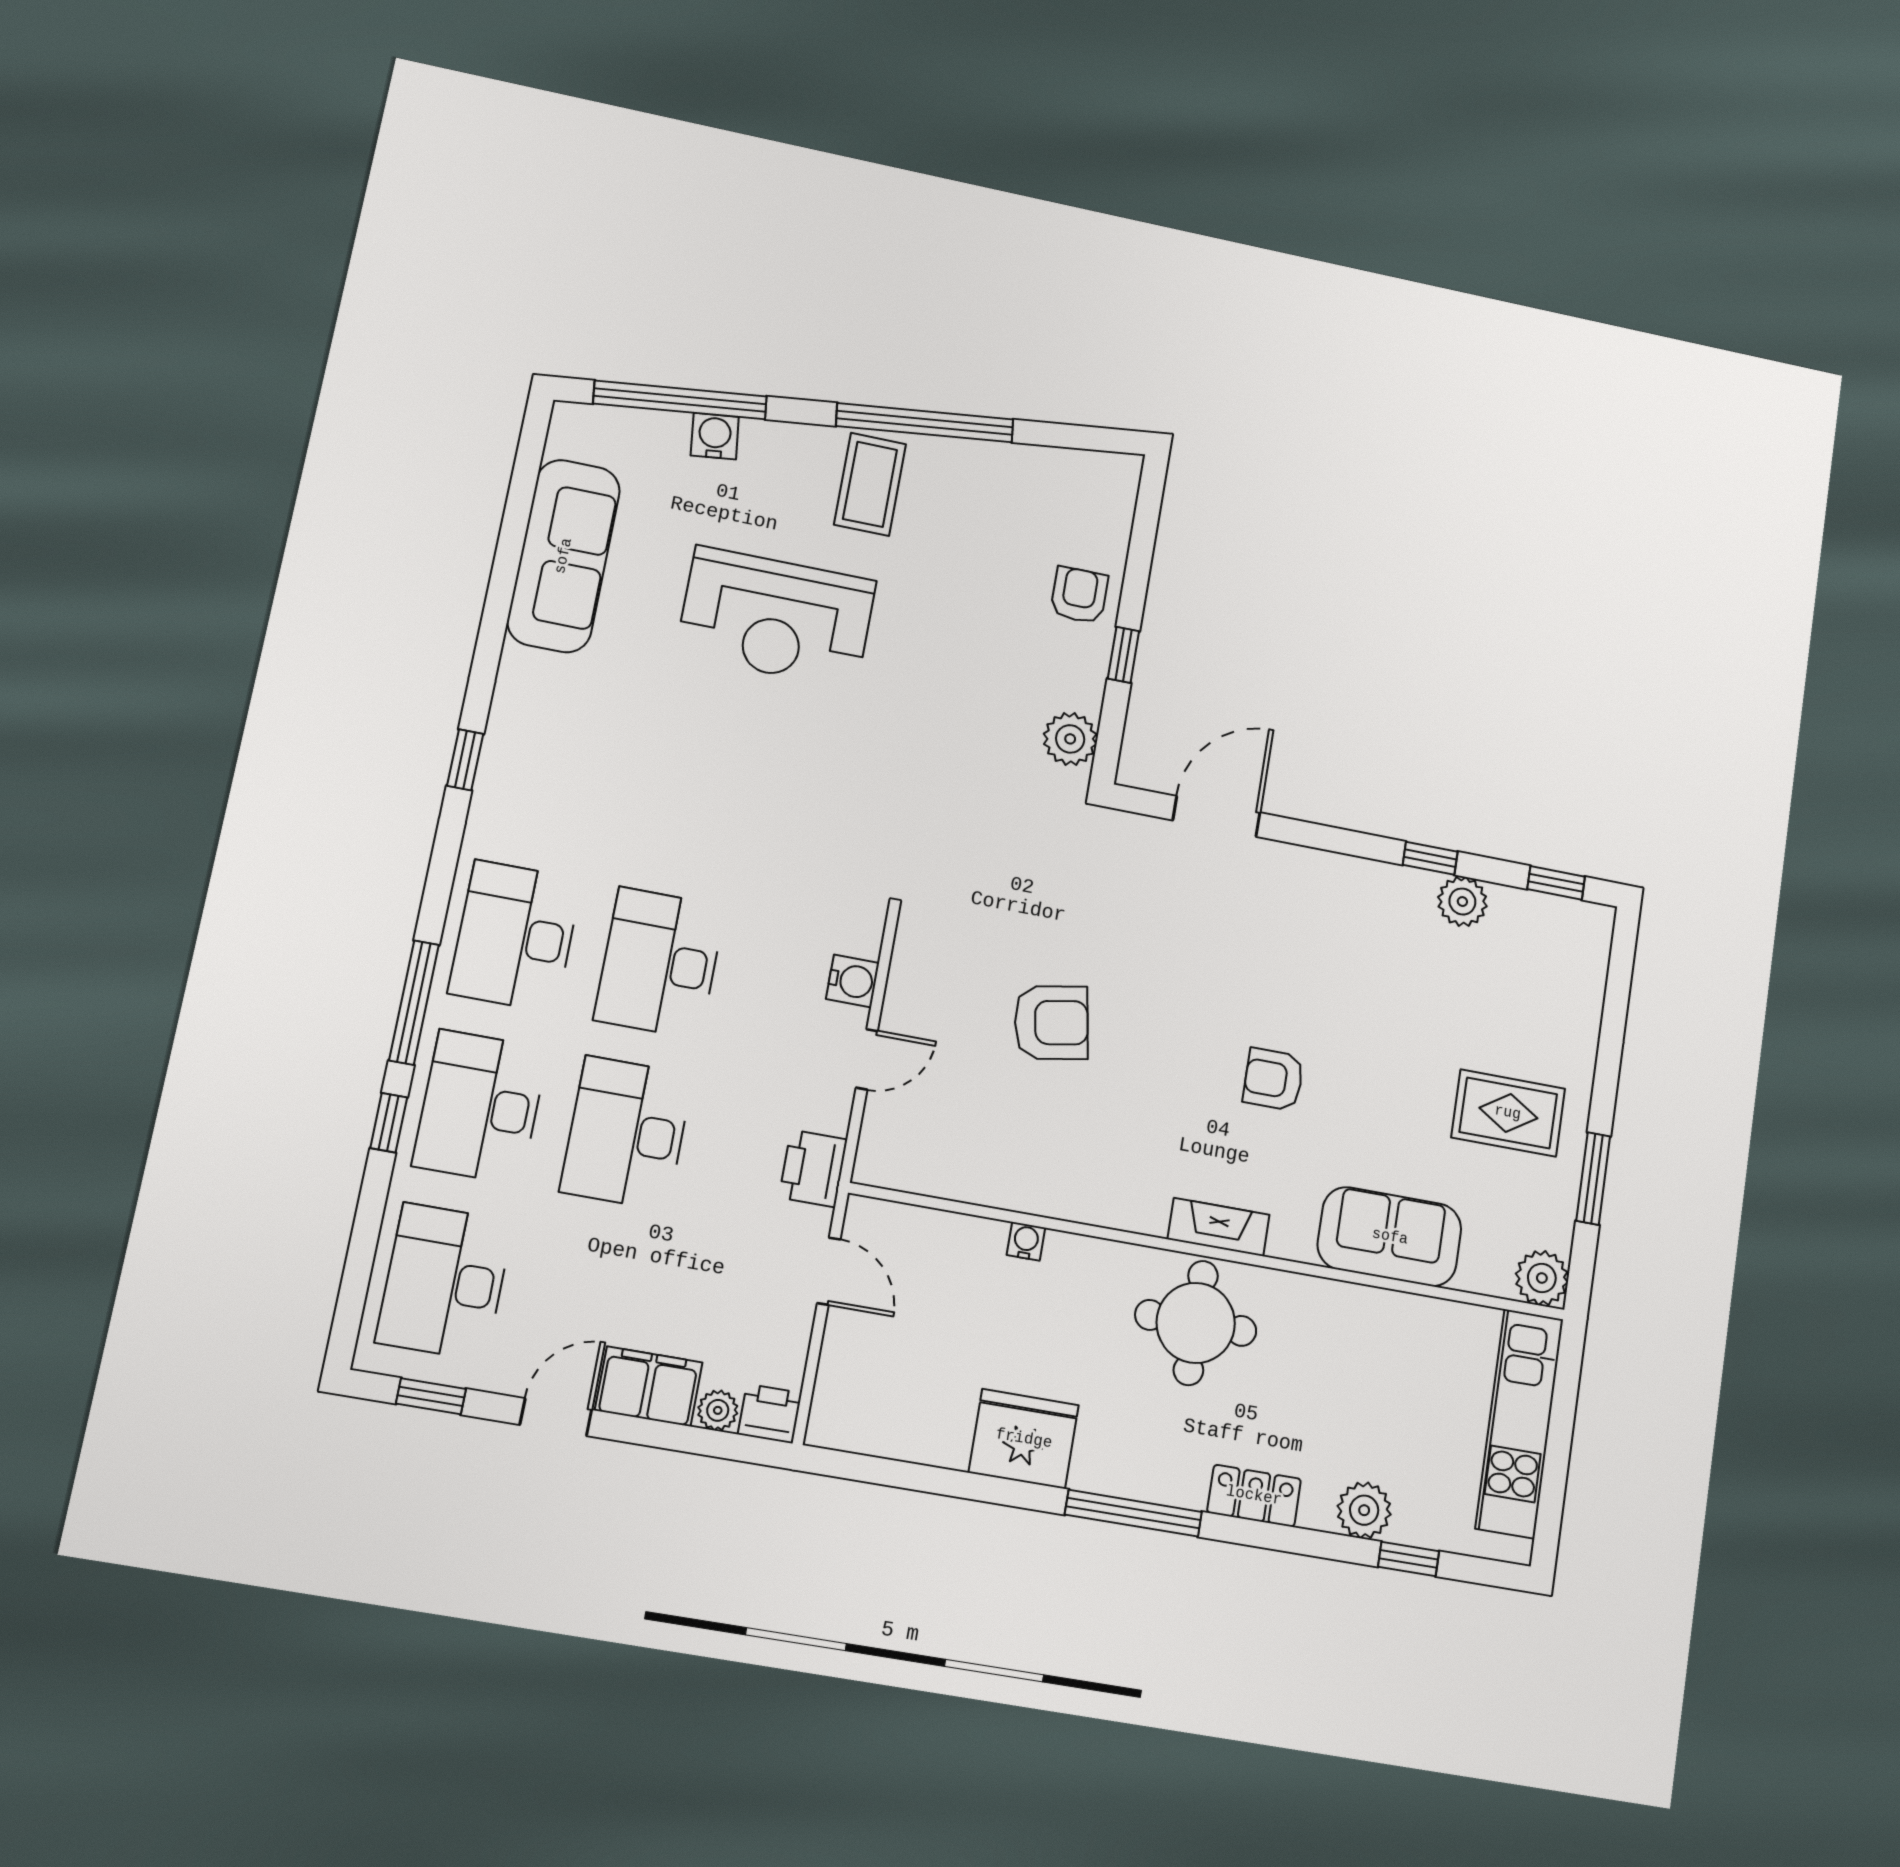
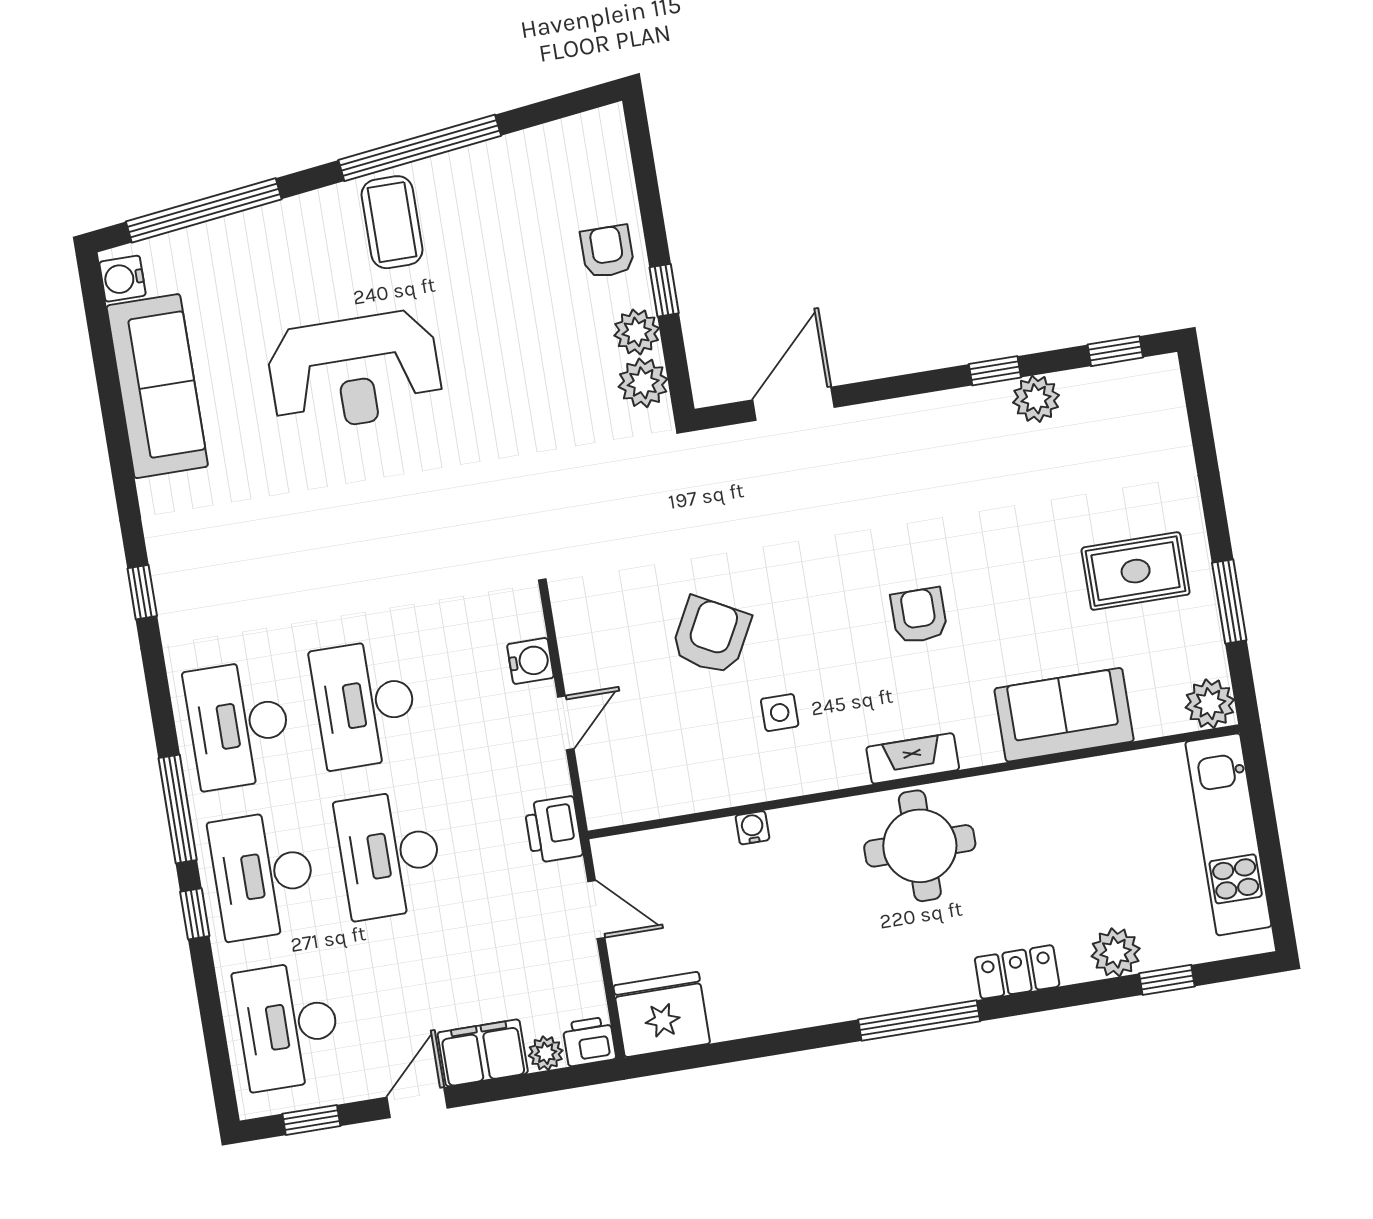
water cooler: (715, 436) -> (123, 279), moved, turned -83
plant: (1081, 686) -> (637, 332), added
armchair: (1051, 1023) -> (711, 636), turned -52
armchair: (1274, 1079) -> (919, 616), turned 90
side table: (1096, 1129) -> (780, 713), added
fridge: (1024, 1439) -> (662, 1015), moved

